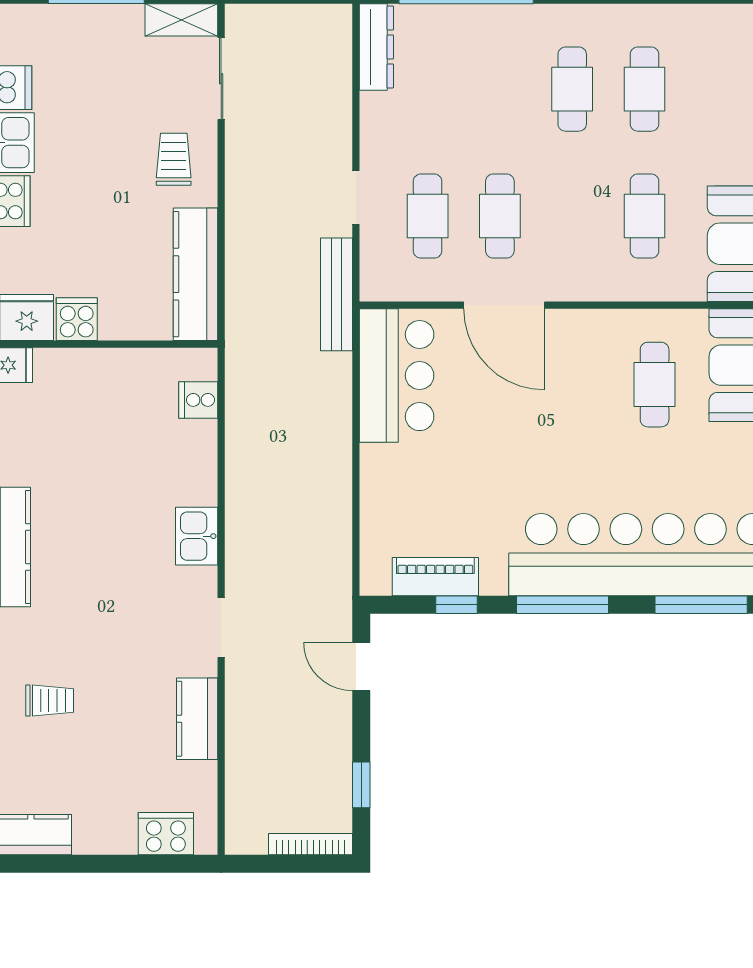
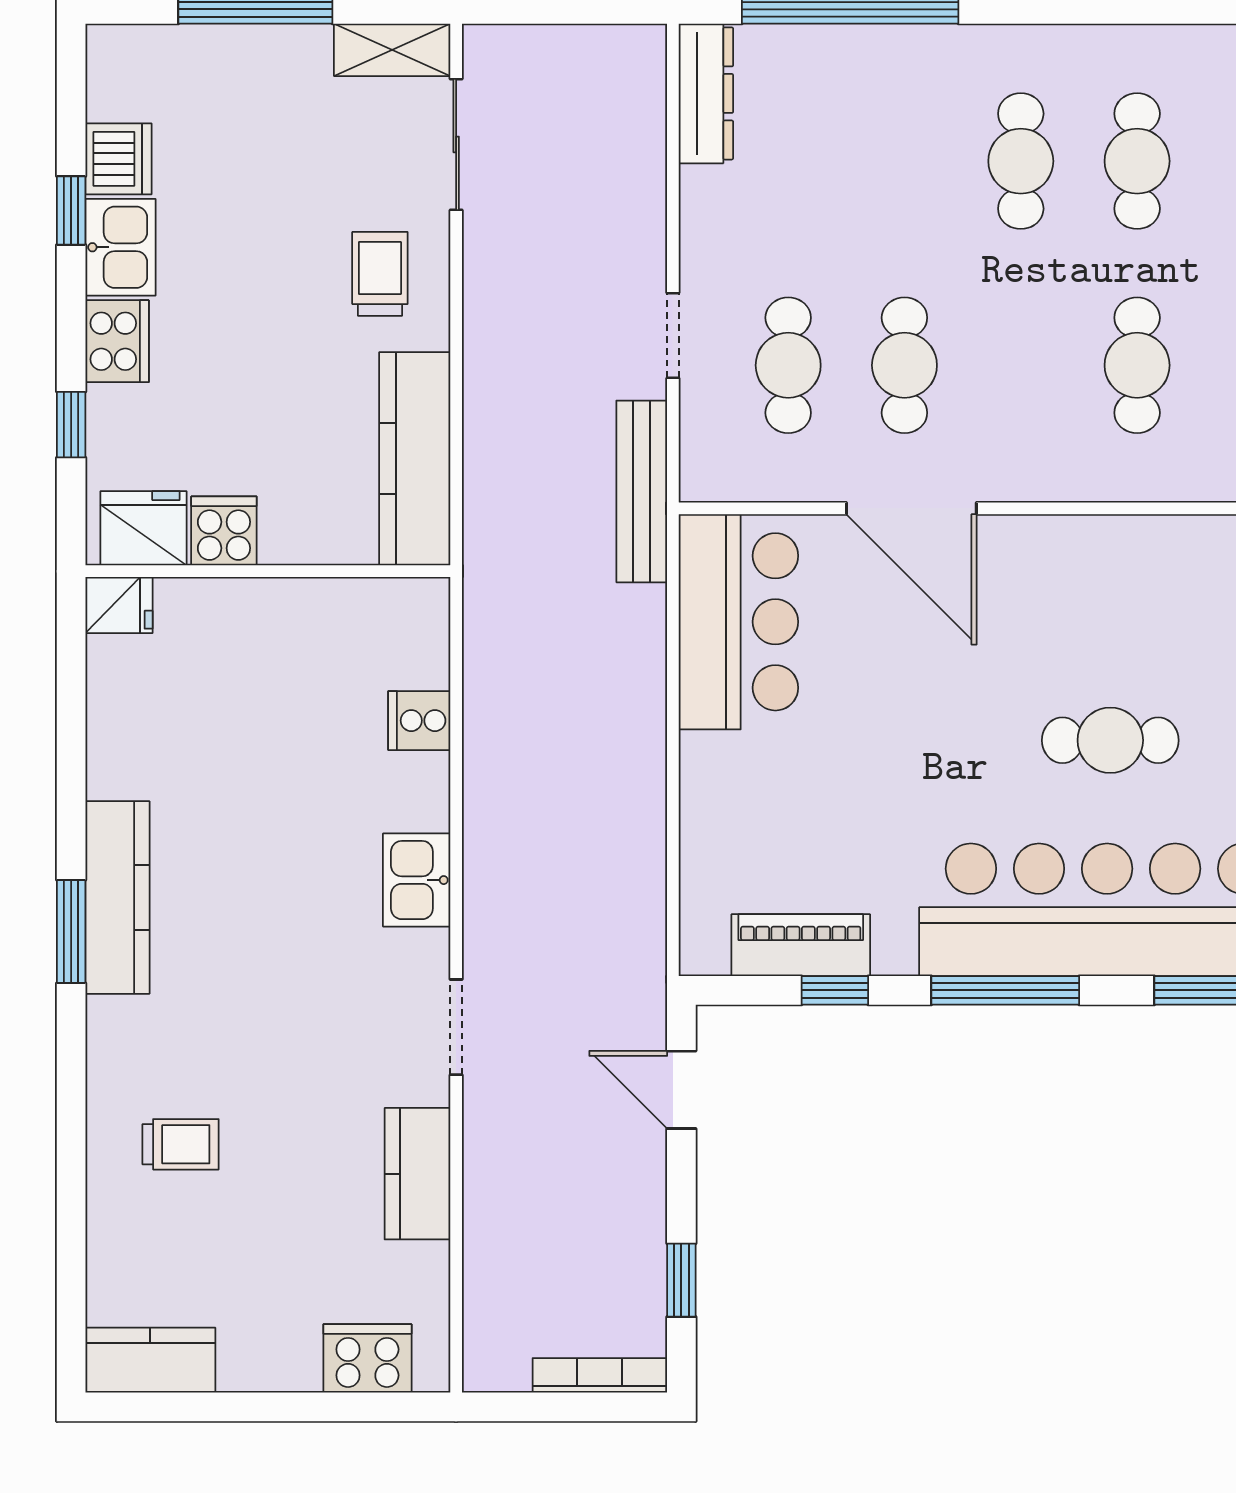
cafe table: (655, 385) -> (1110, 740), moved, turned 90
cooker: (198, 400) -> (419, 721), moved

